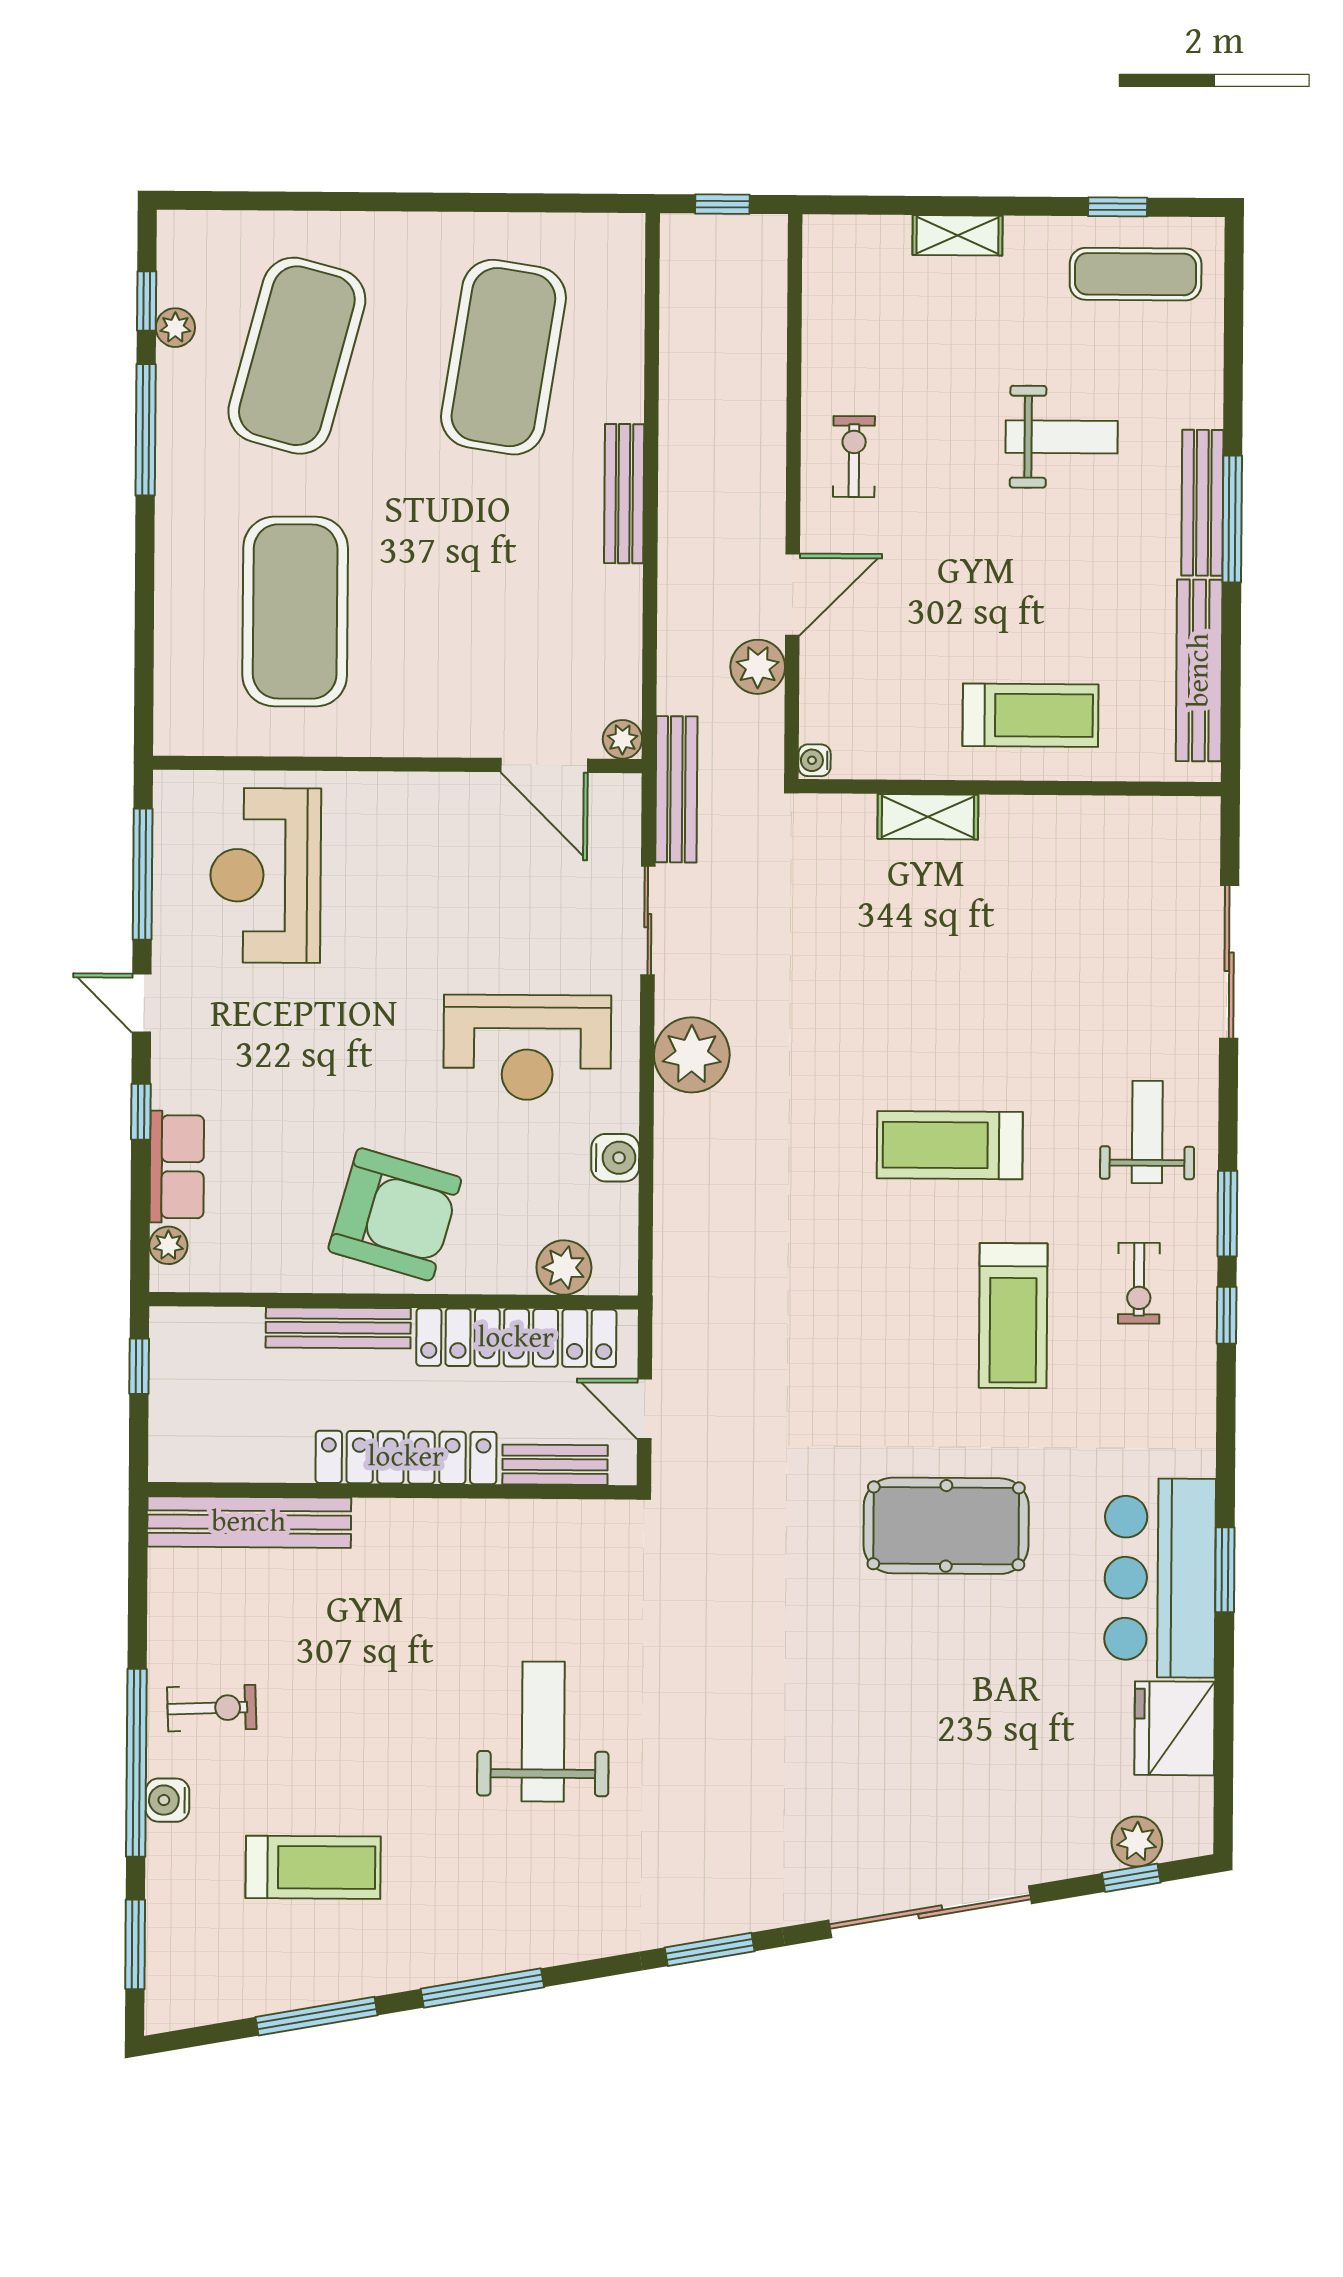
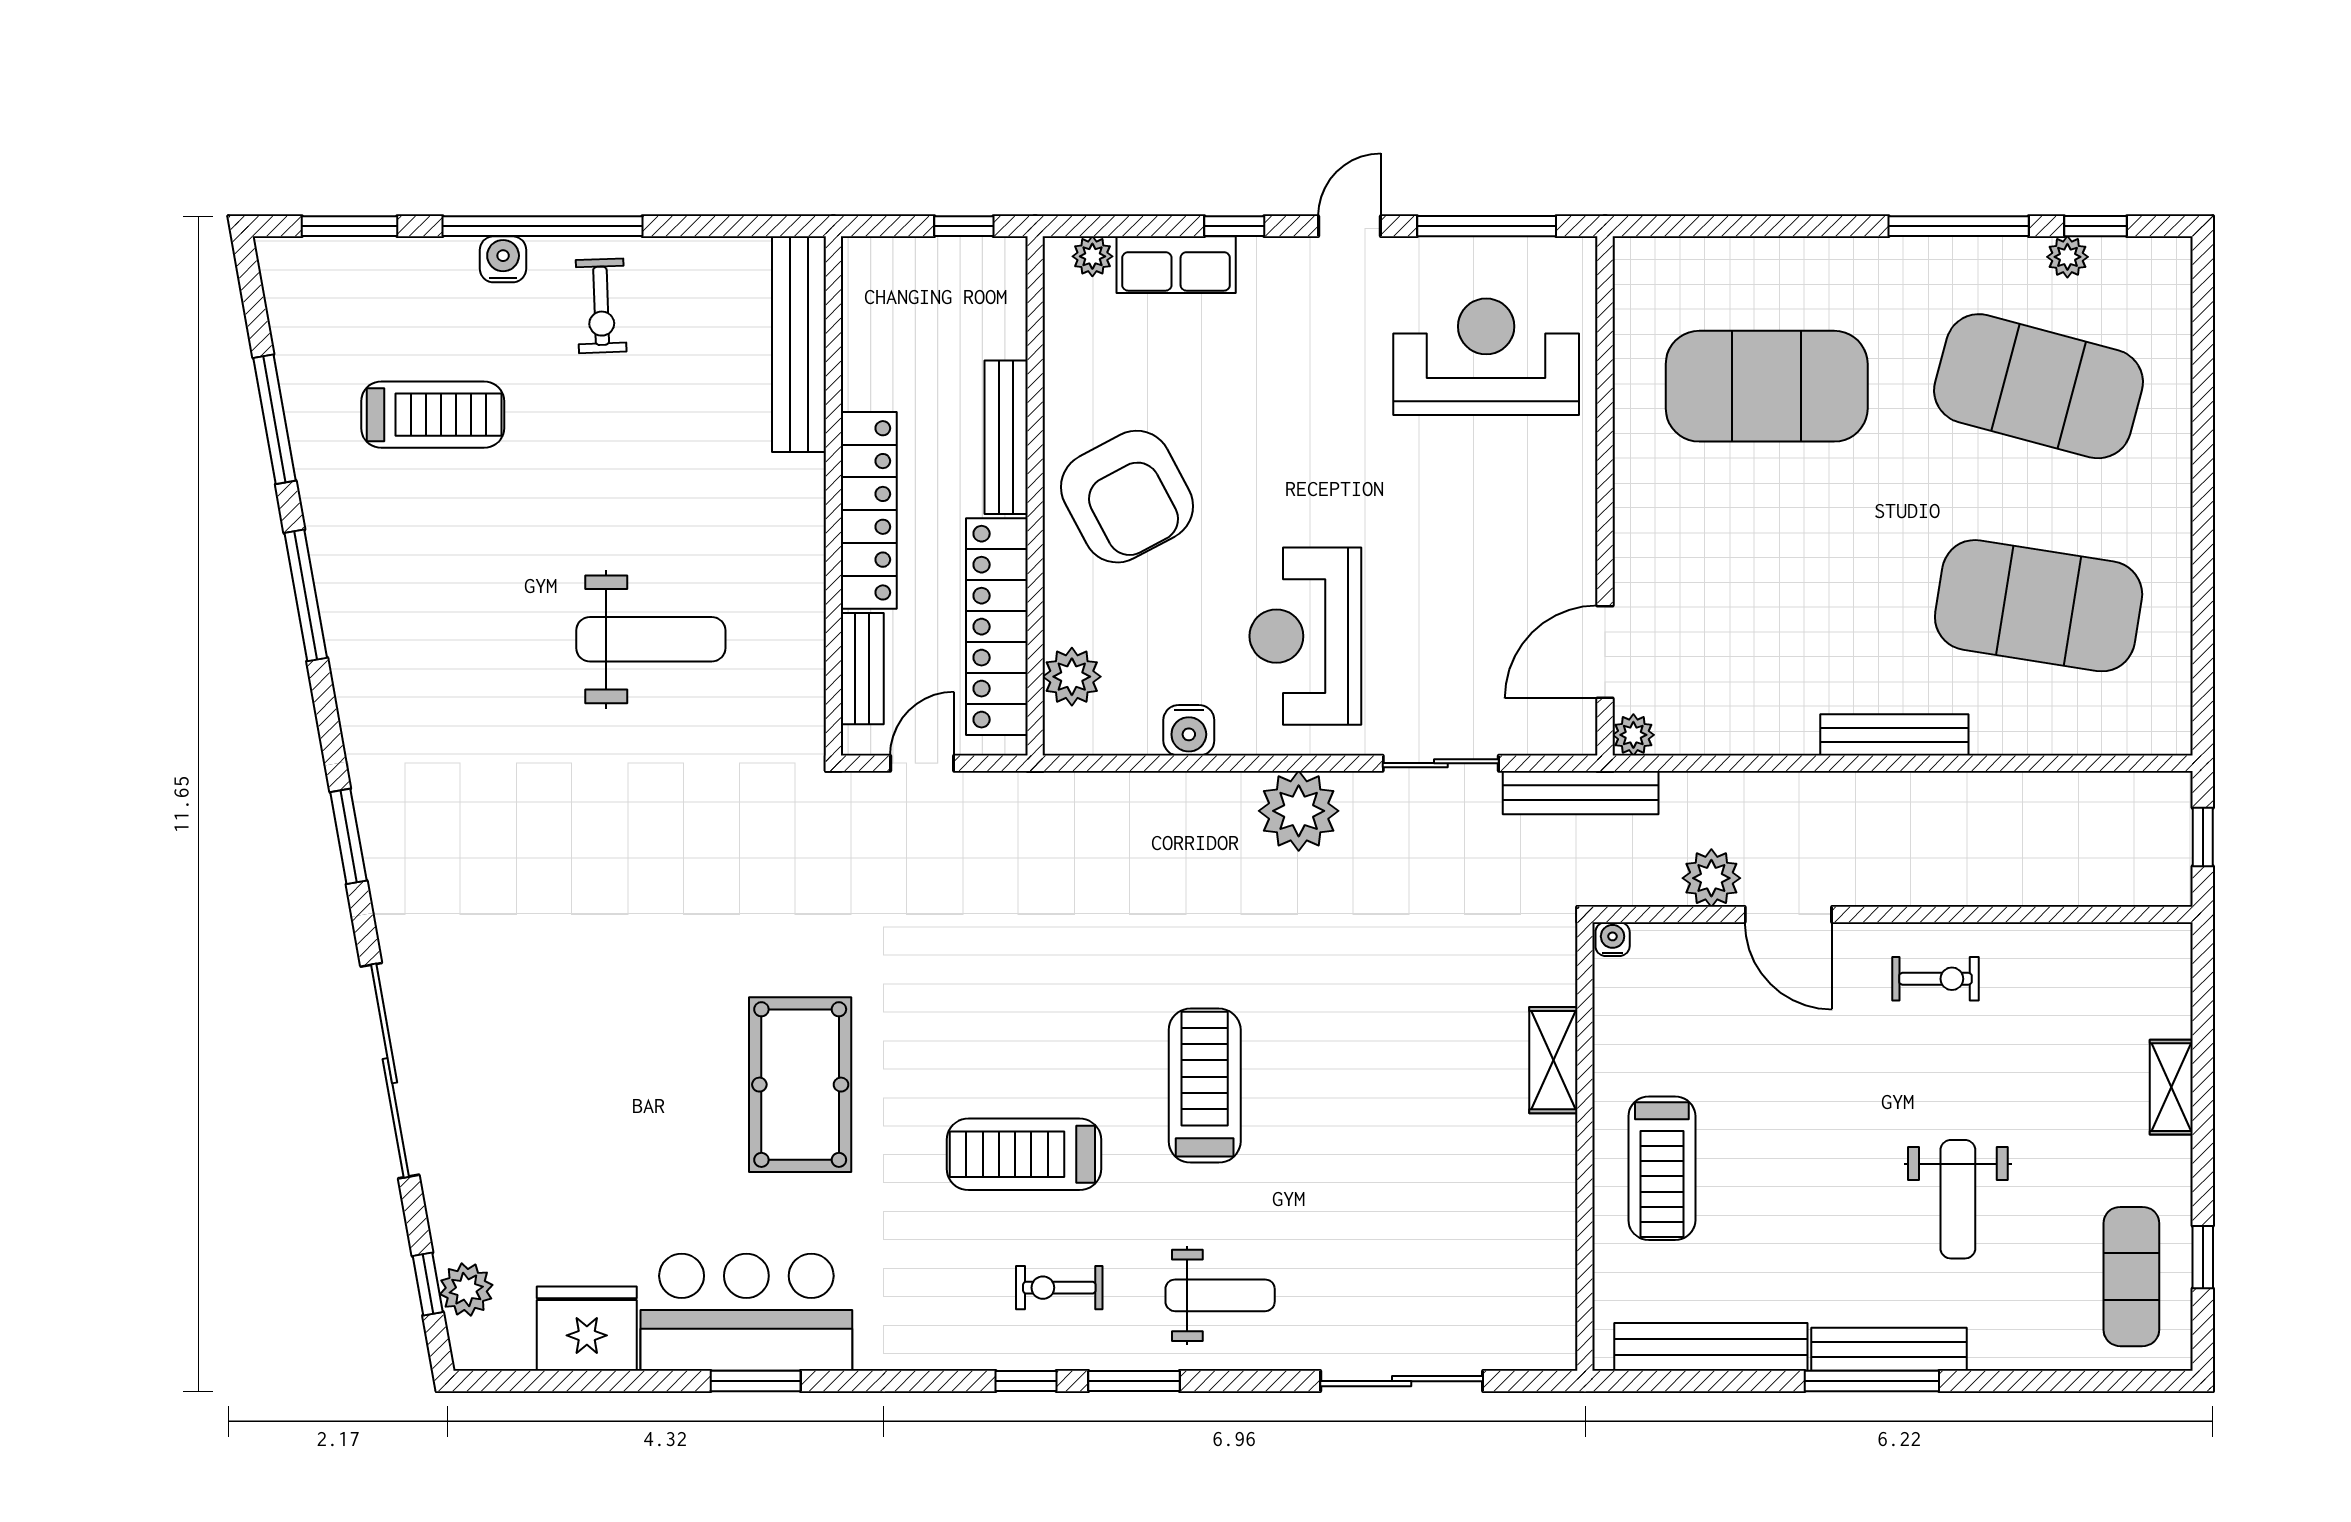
armchair: (395, 1214) -> (1127, 497), turned -44
weight bench: (543, 1732) -> (651, 639), moved
treadmill: (313, 1867) -> (433, 415), turned -90

